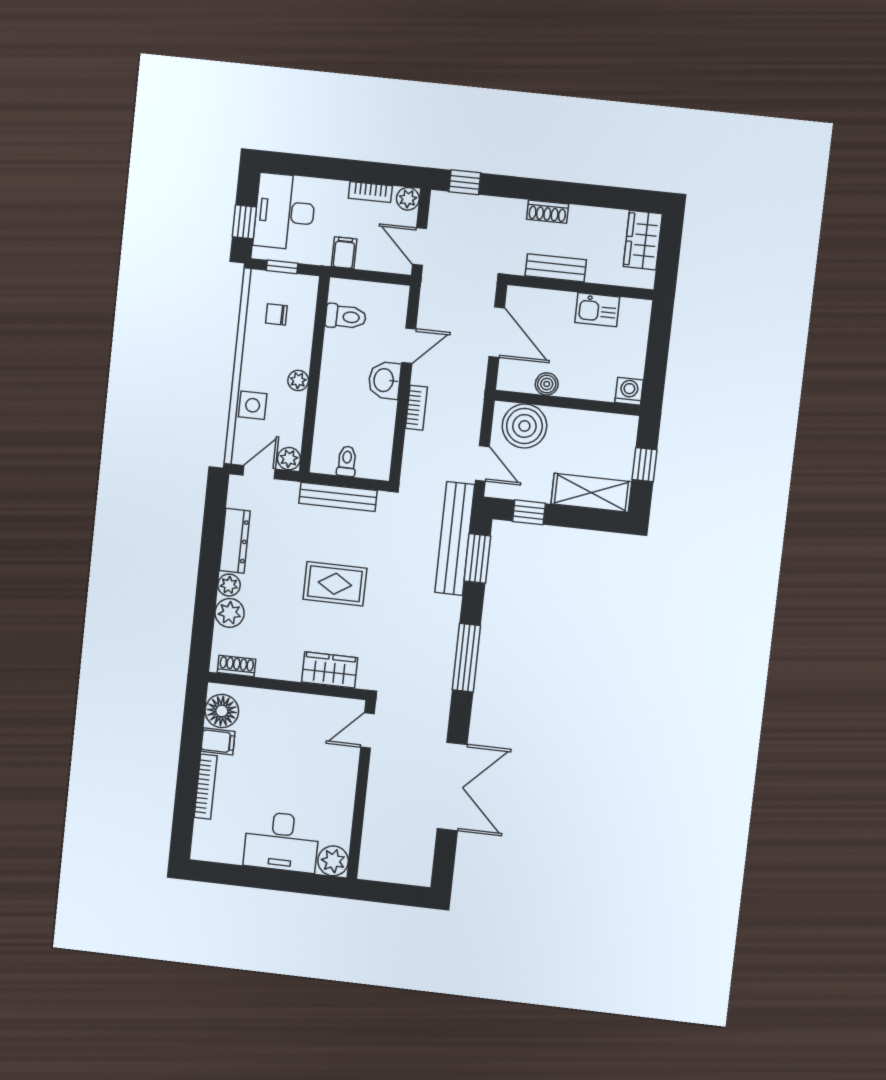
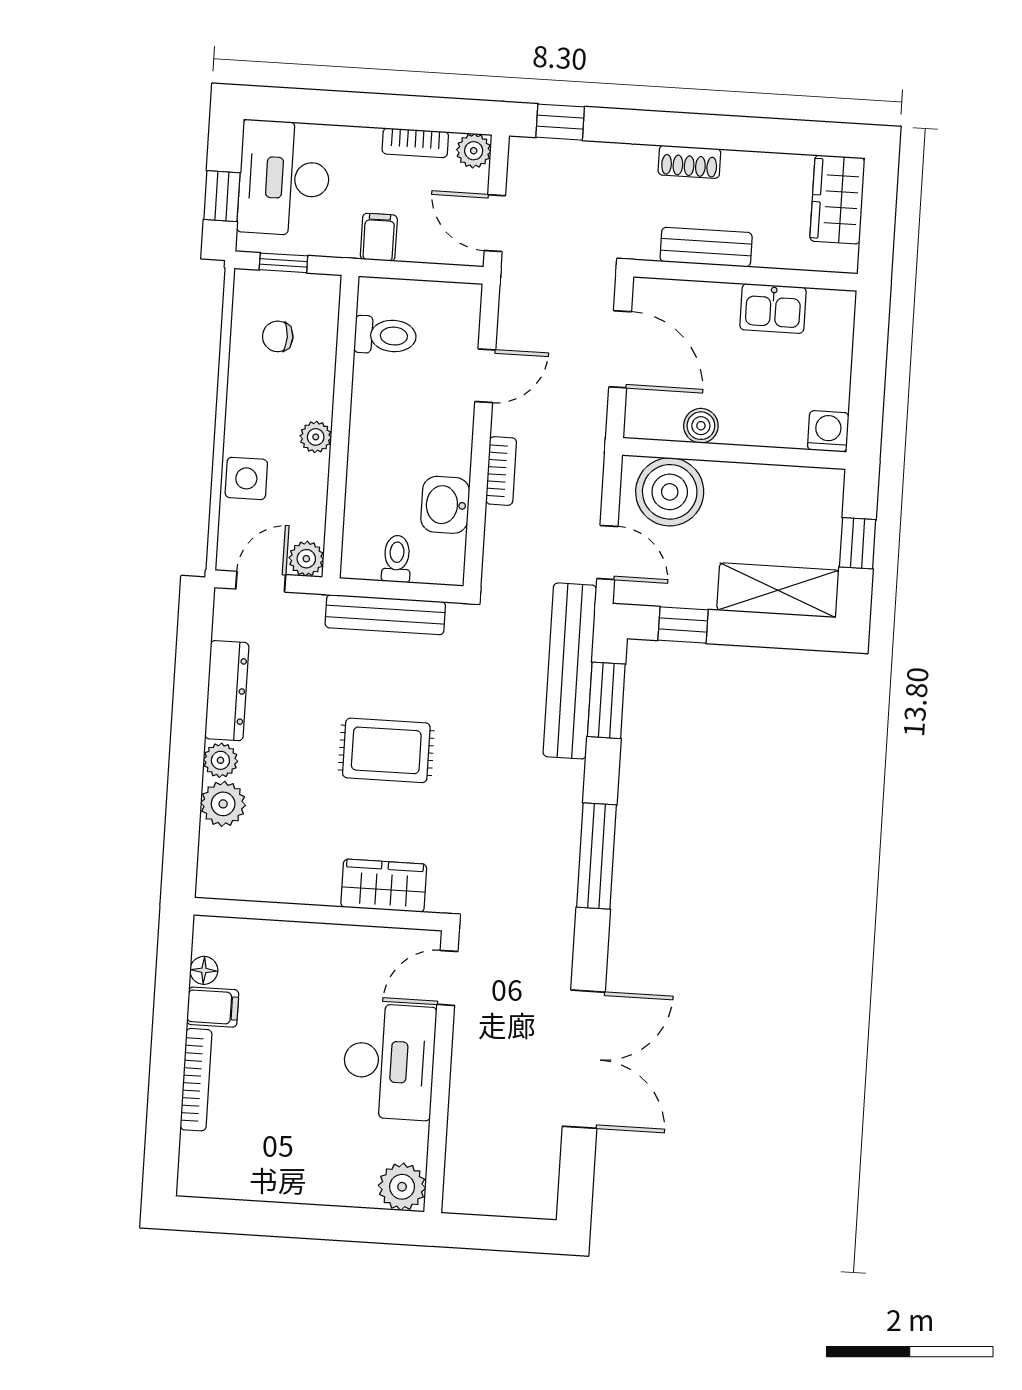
washbasin: (384, 380) -> (445, 505), moved
shoe rack: (237, 666) -> (237, 887), removed
floor lamp: (222, 711) -> (204, 970), width x0.53, depth x0.53
desk: (282, 842) -> (389, 1062), moved, turned -90

